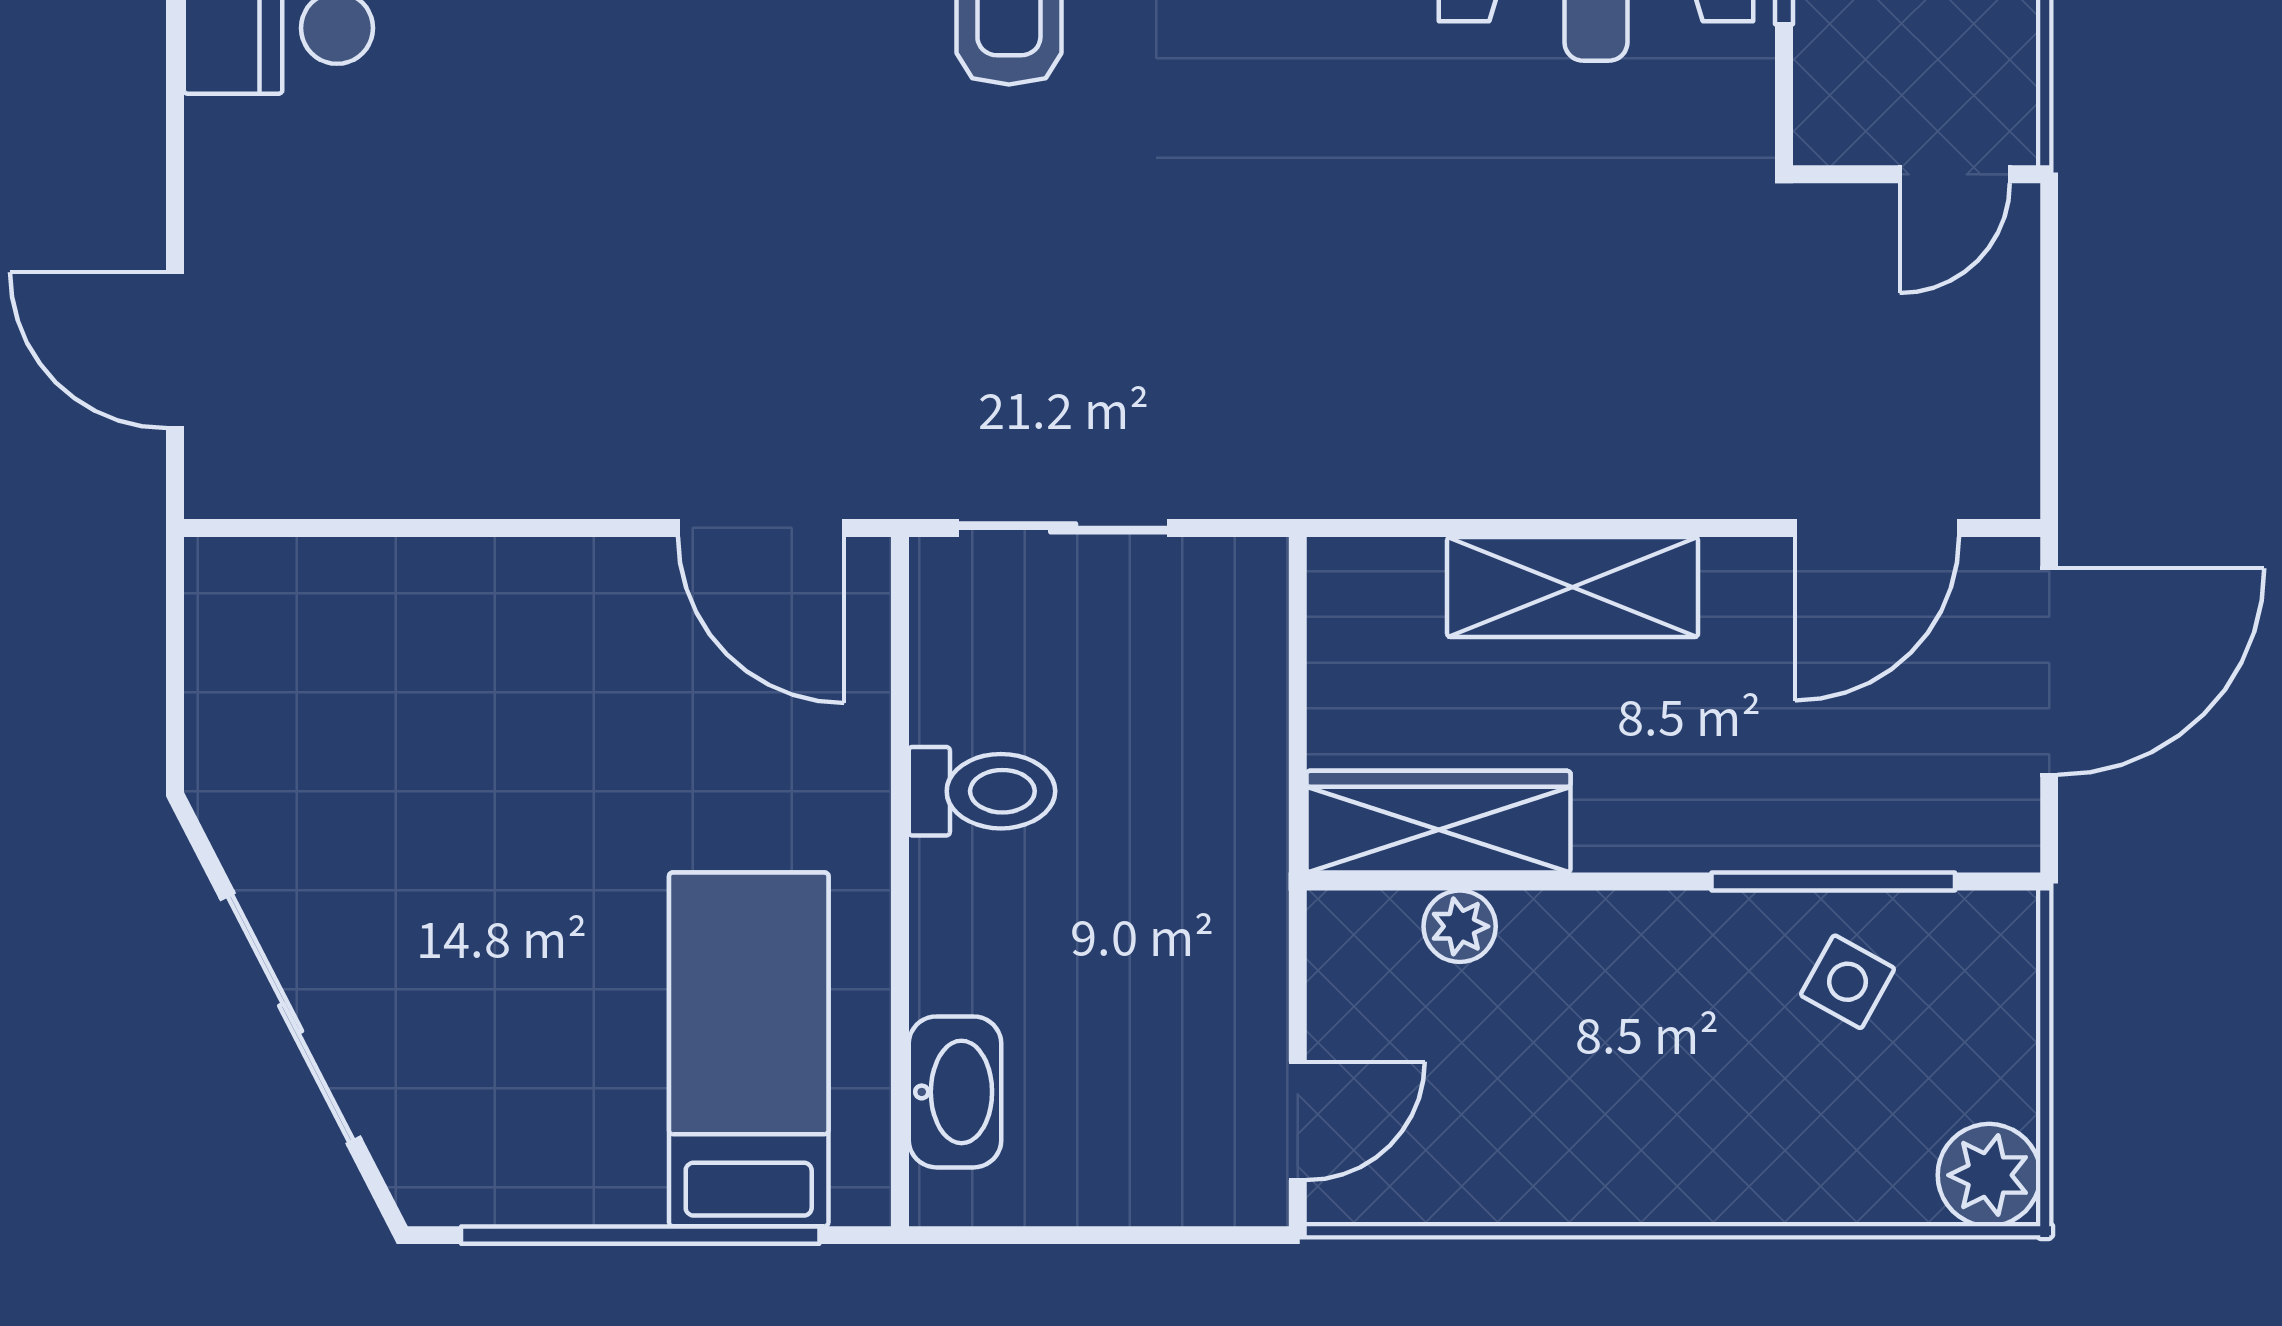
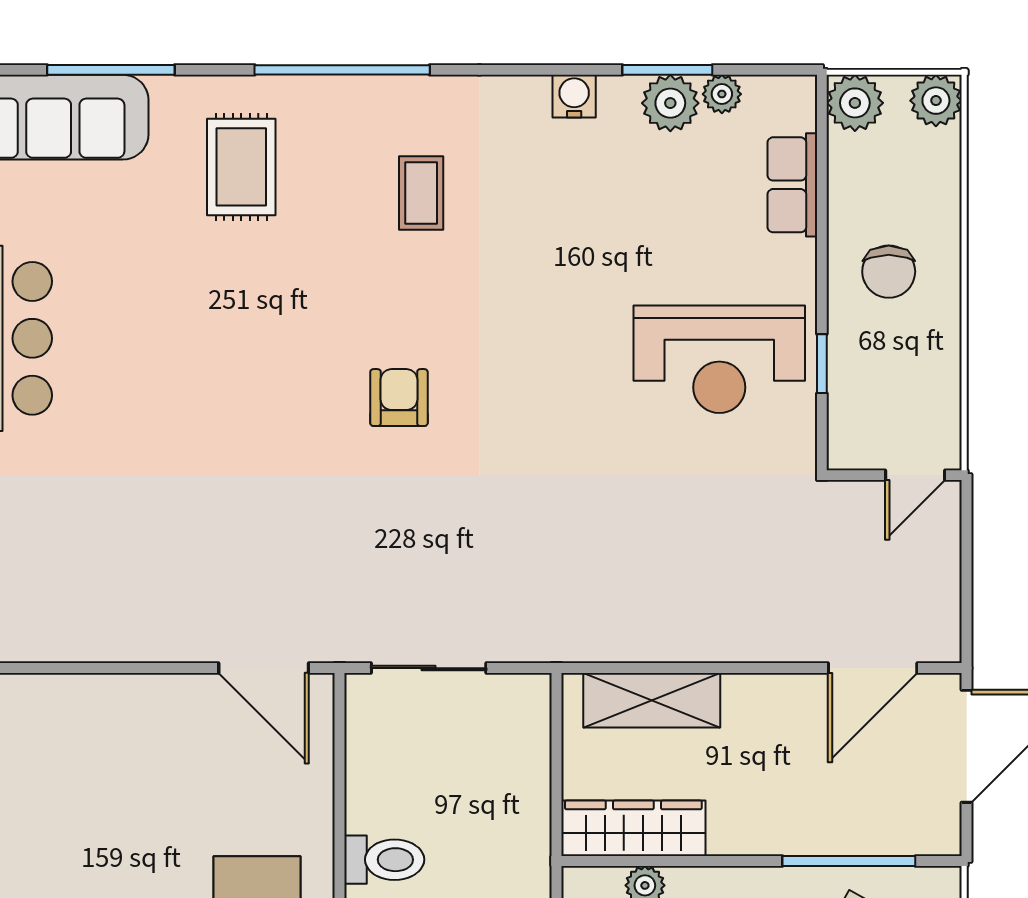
shelving: (1573, 587) -> (652, 700), moved
toilet: (982, 791) -> (384, 860), moved

